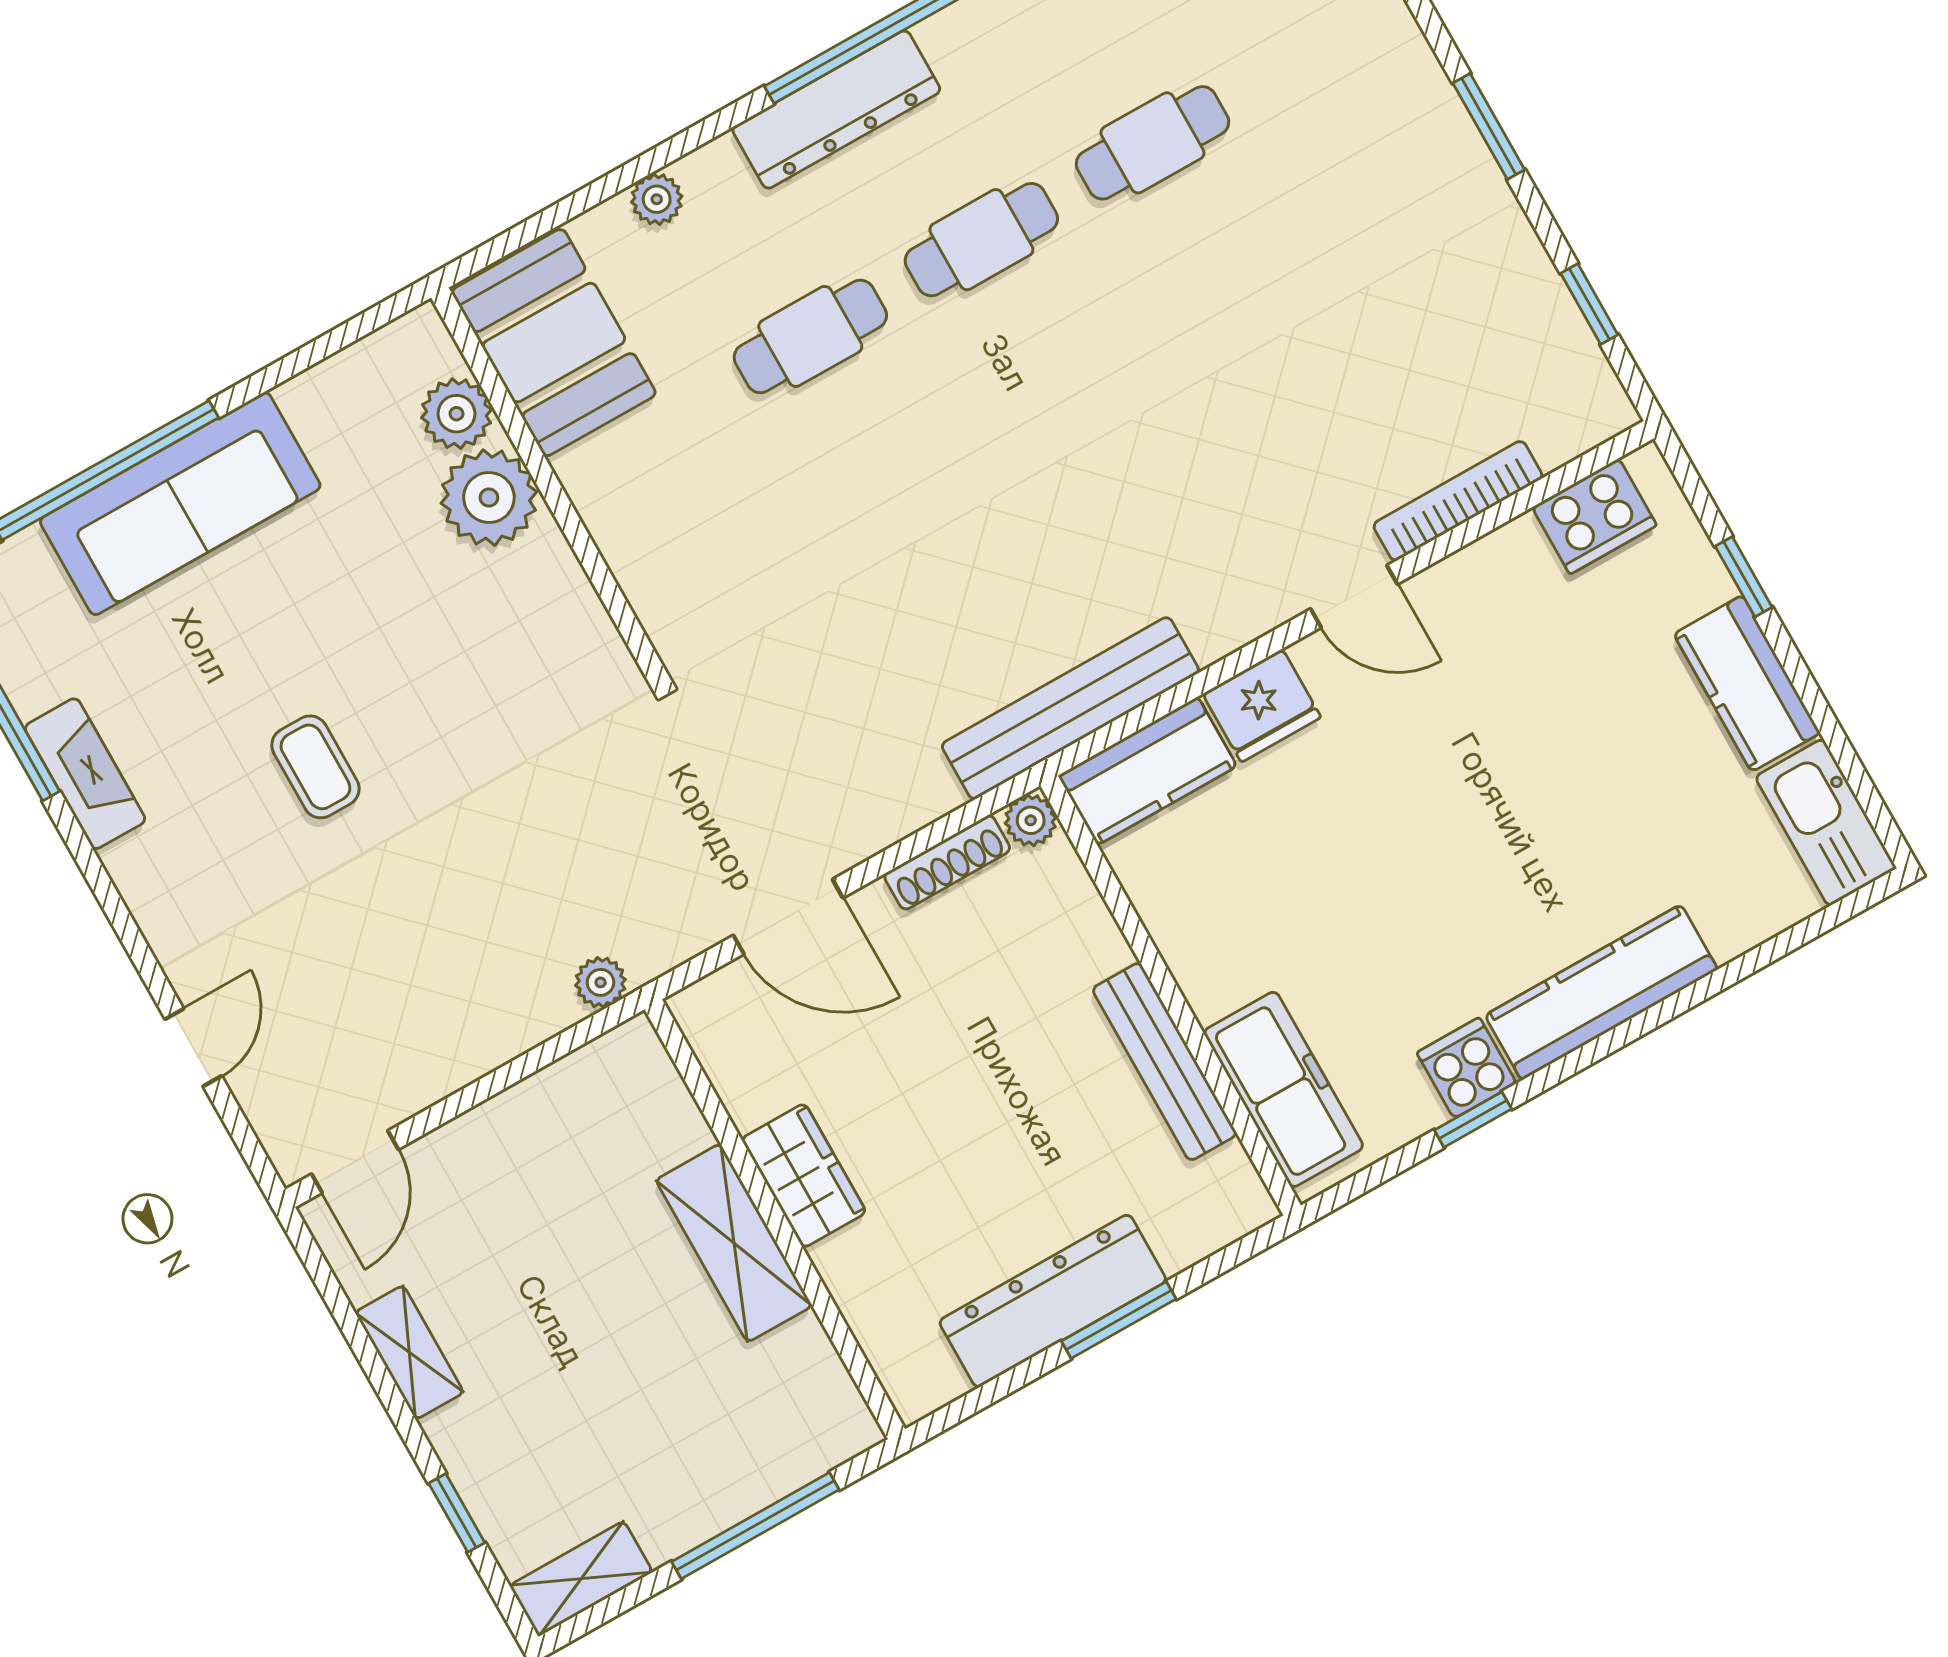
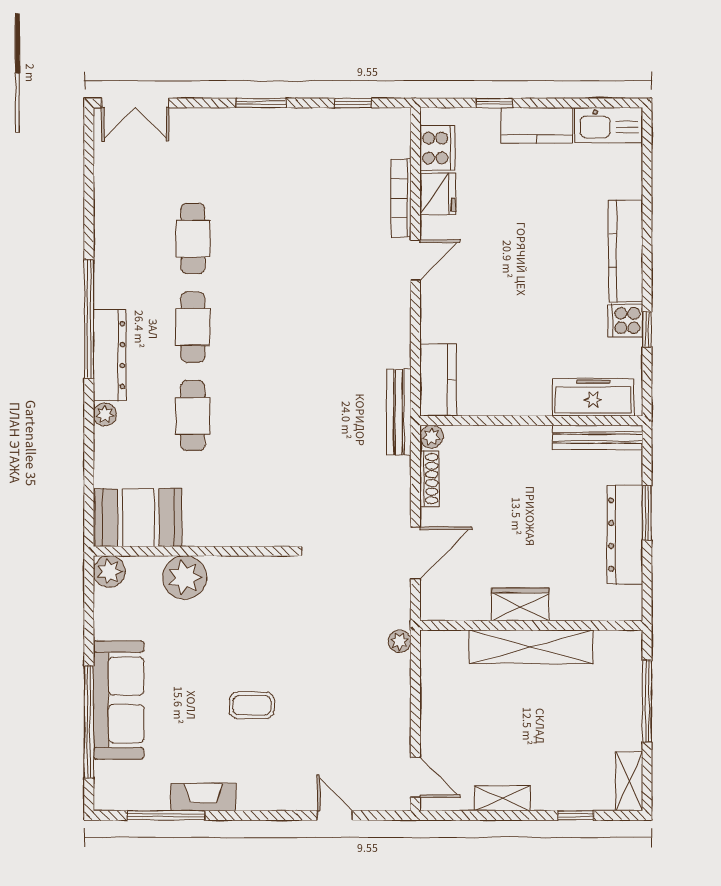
plant: (657, 199) -> (105, 415), moved
plant: (456, 414) -> (109, 572), moved
fridge: (1262, 706) -> (438, 194), moved
bench: (1070, 708) -> (399, 412), width x0.73, depth x0.82
bench: (1165, 1062) -> (598, 438), moved
shelving: (734, 1243) -> (531, 647), width x1.47

